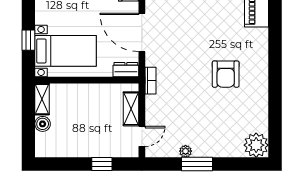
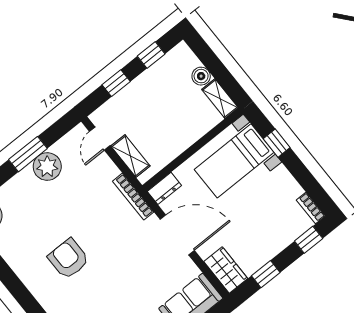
bookcase: (151, 81) -> (133, 197), width x1.56
plant: (186, 151) -> (47, 167), width x1.87, depth x1.87
window: (64, 164) -> (151, 55), added

